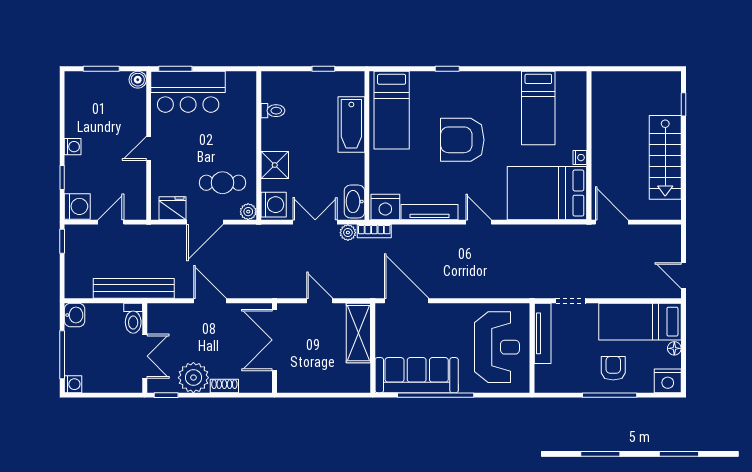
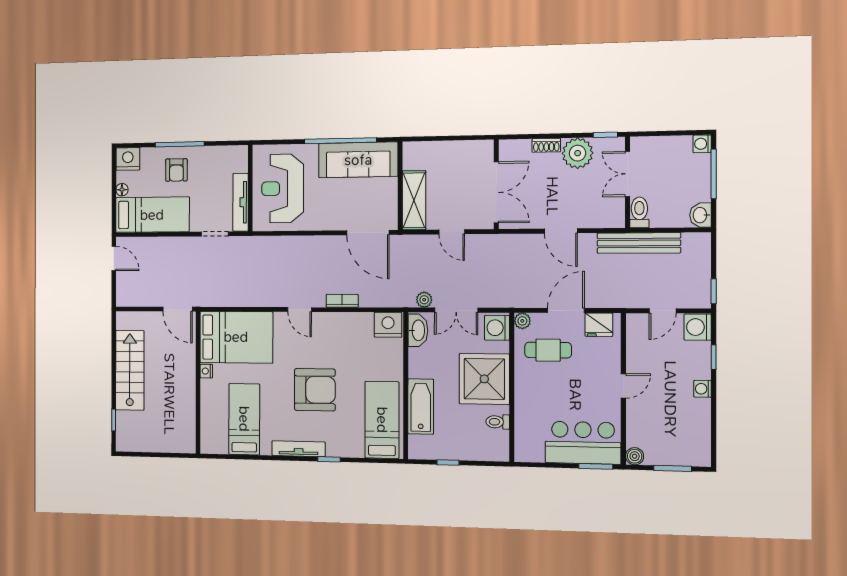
shower: (275, 165) -> (484, 379), width x1.86, depth x1.86
tv unit: (429, 212) -> (299, 449), moved, turned 180
bookcase: (374, 231) -> (342, 301), moved

